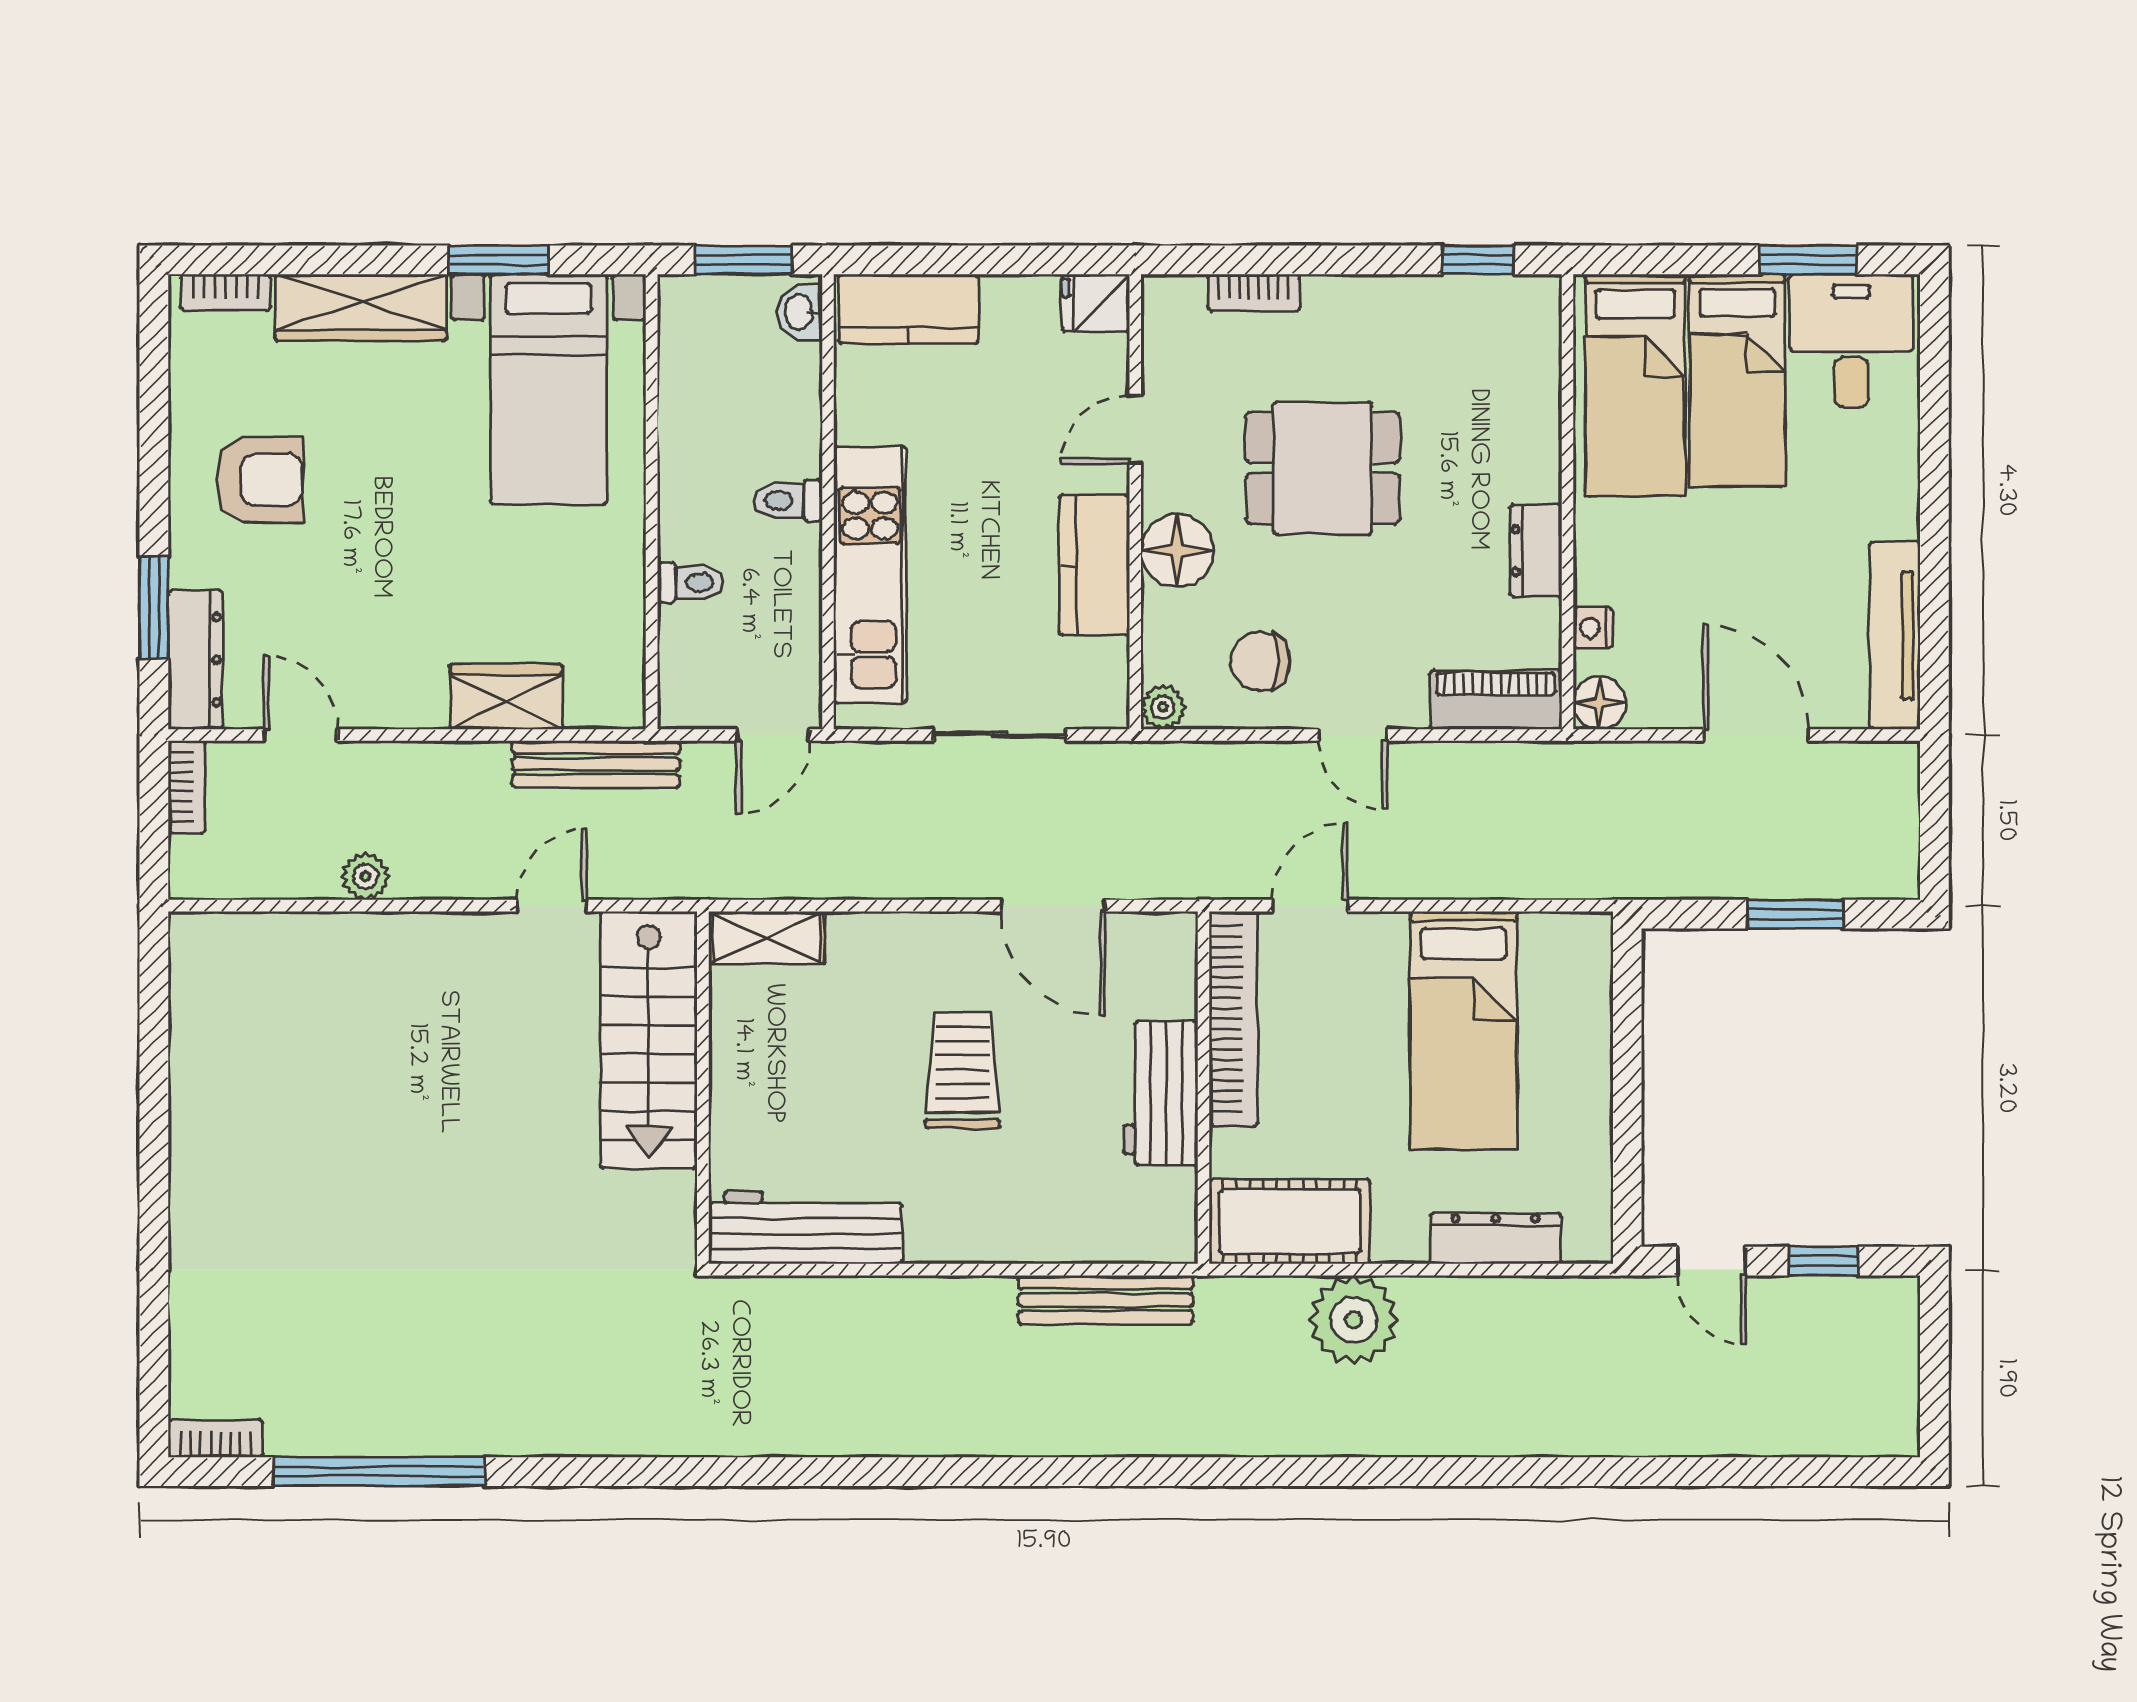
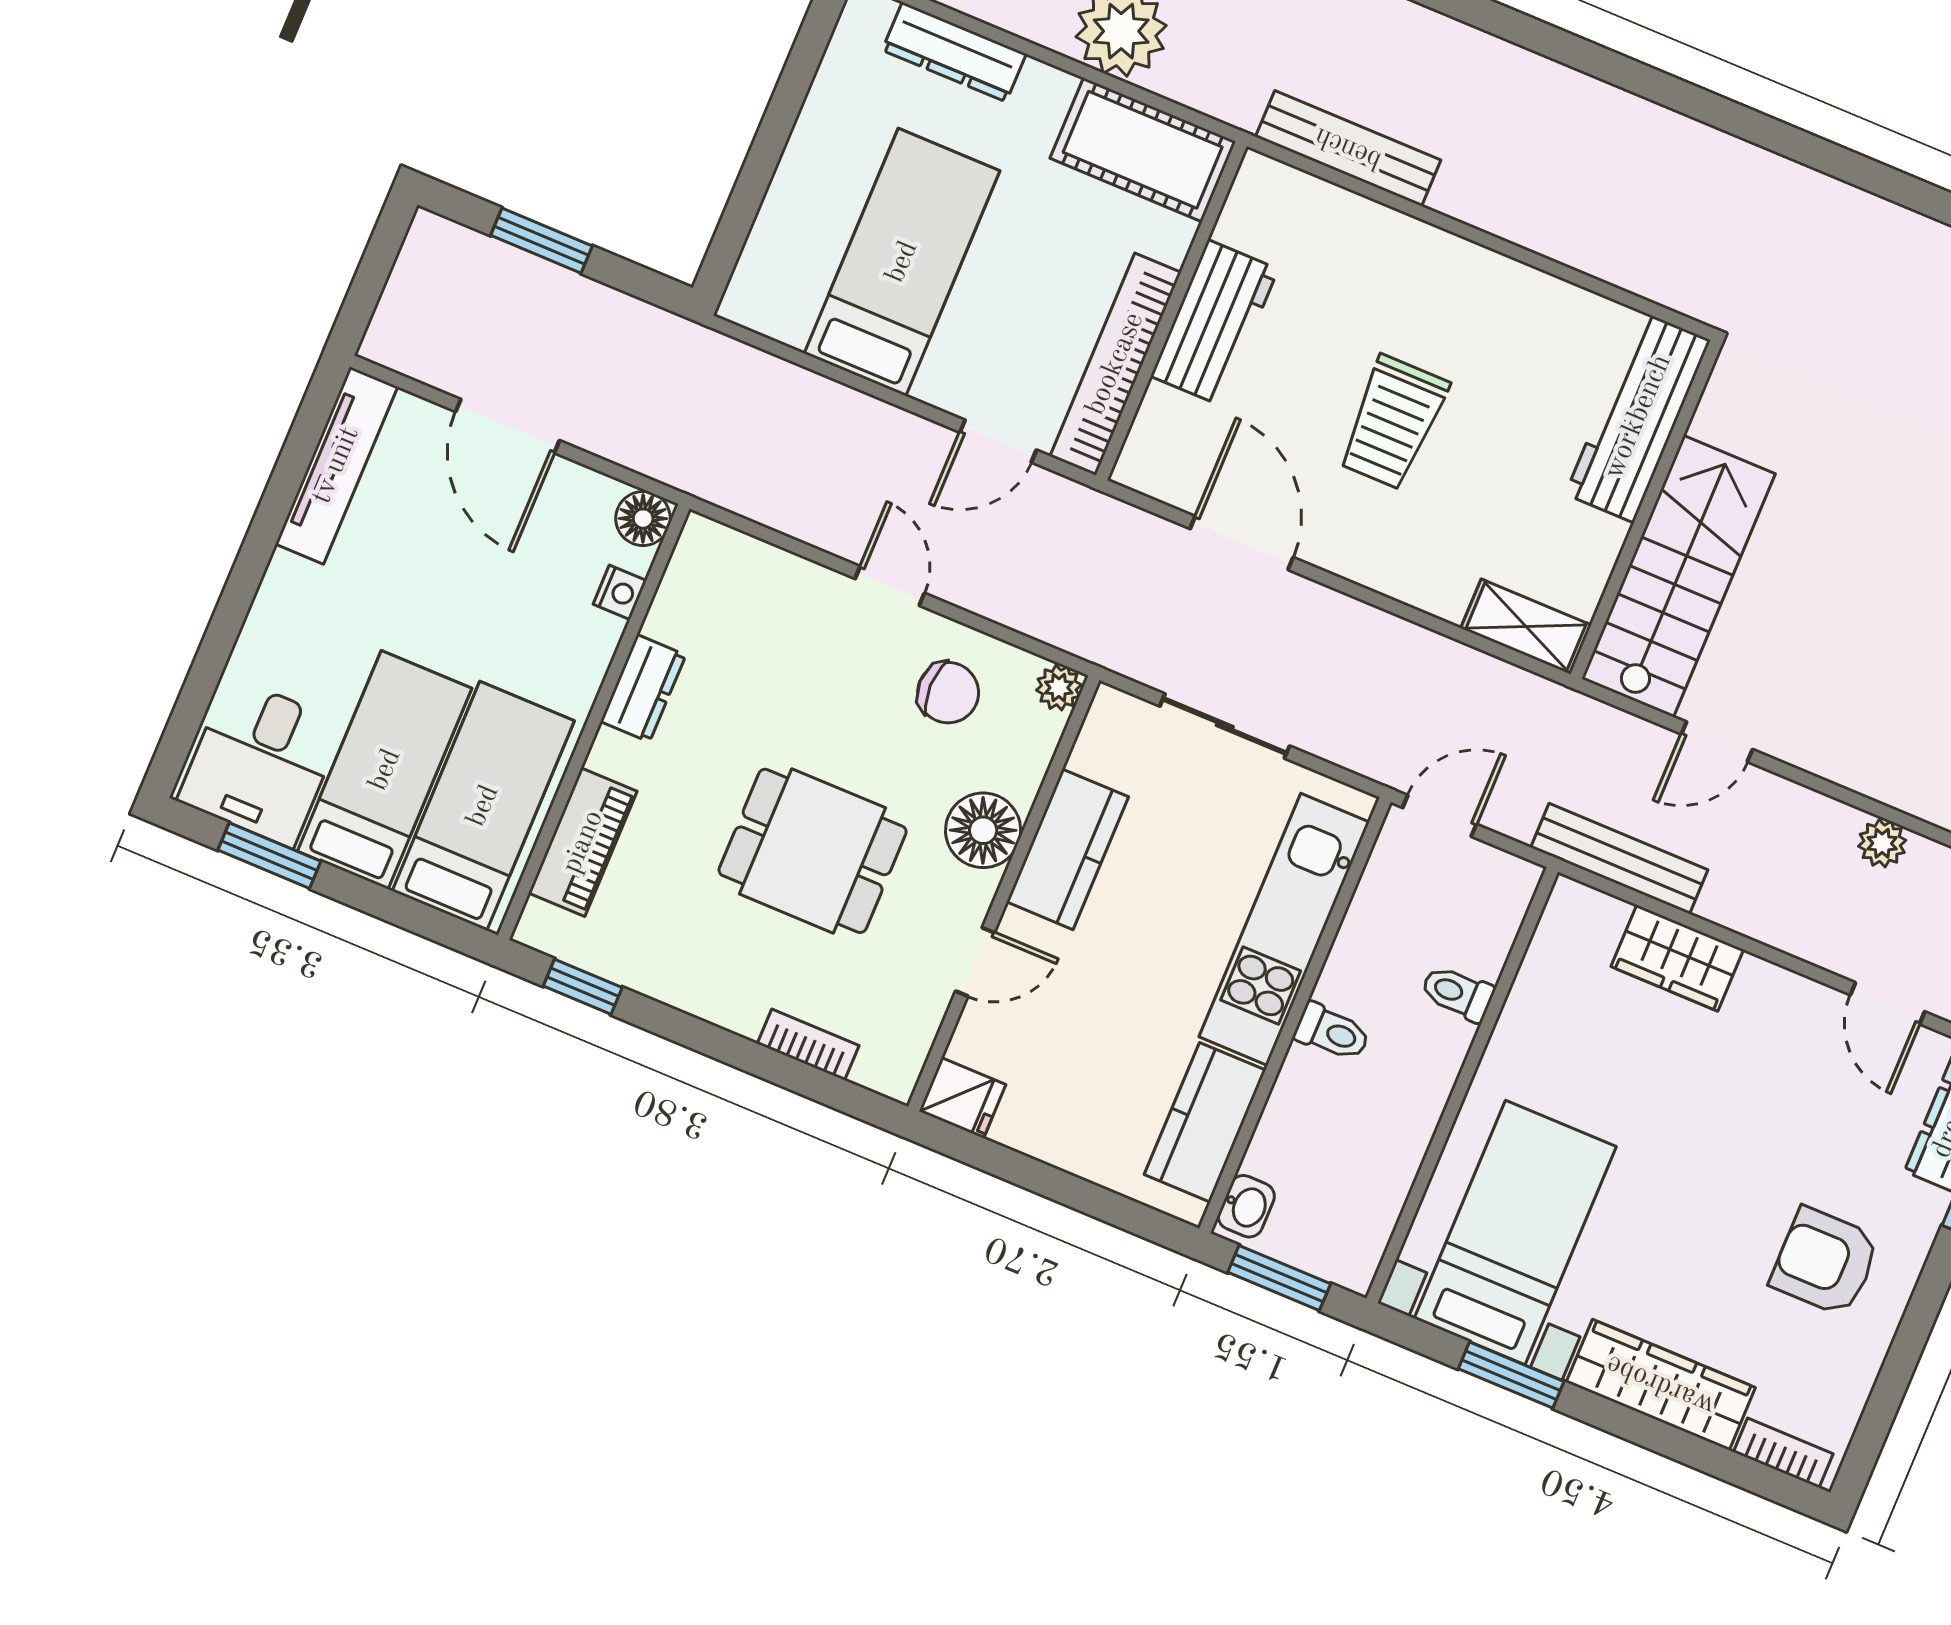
kitchen counter: (908, 309) -> (1205, 1122), moved, turned -90
piano: (1496, 700) -> (583, 842), moved, turned -90
workbench: (805, 1228) -> (1638, 417), moved, turned 90

